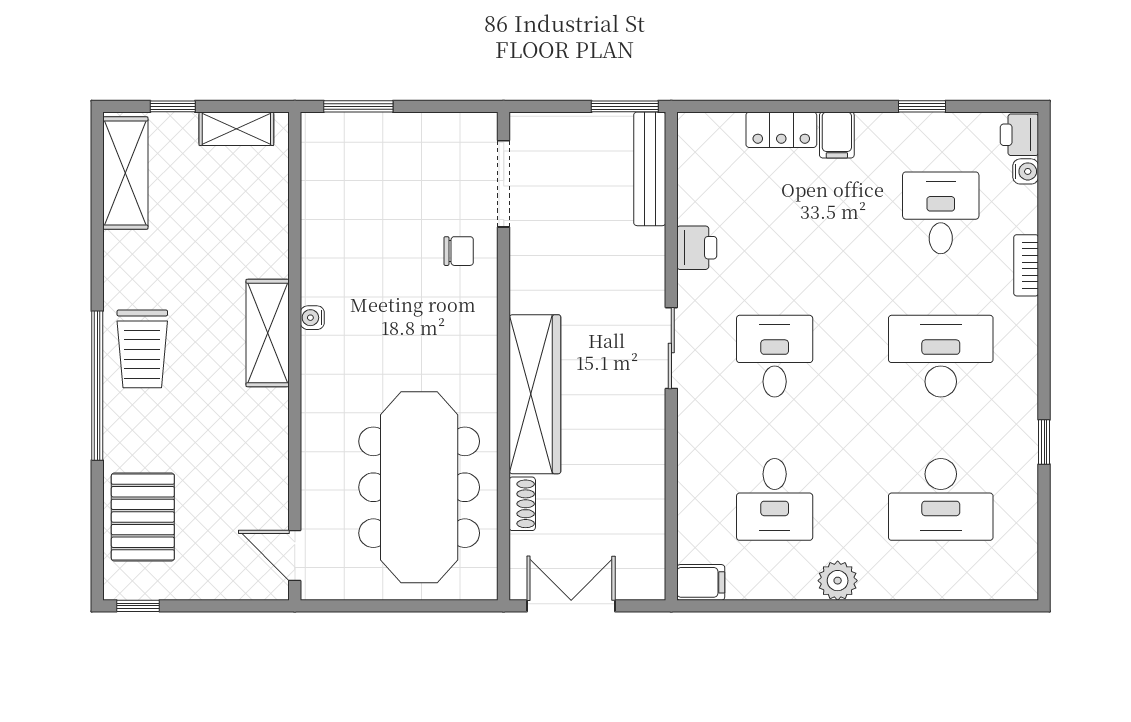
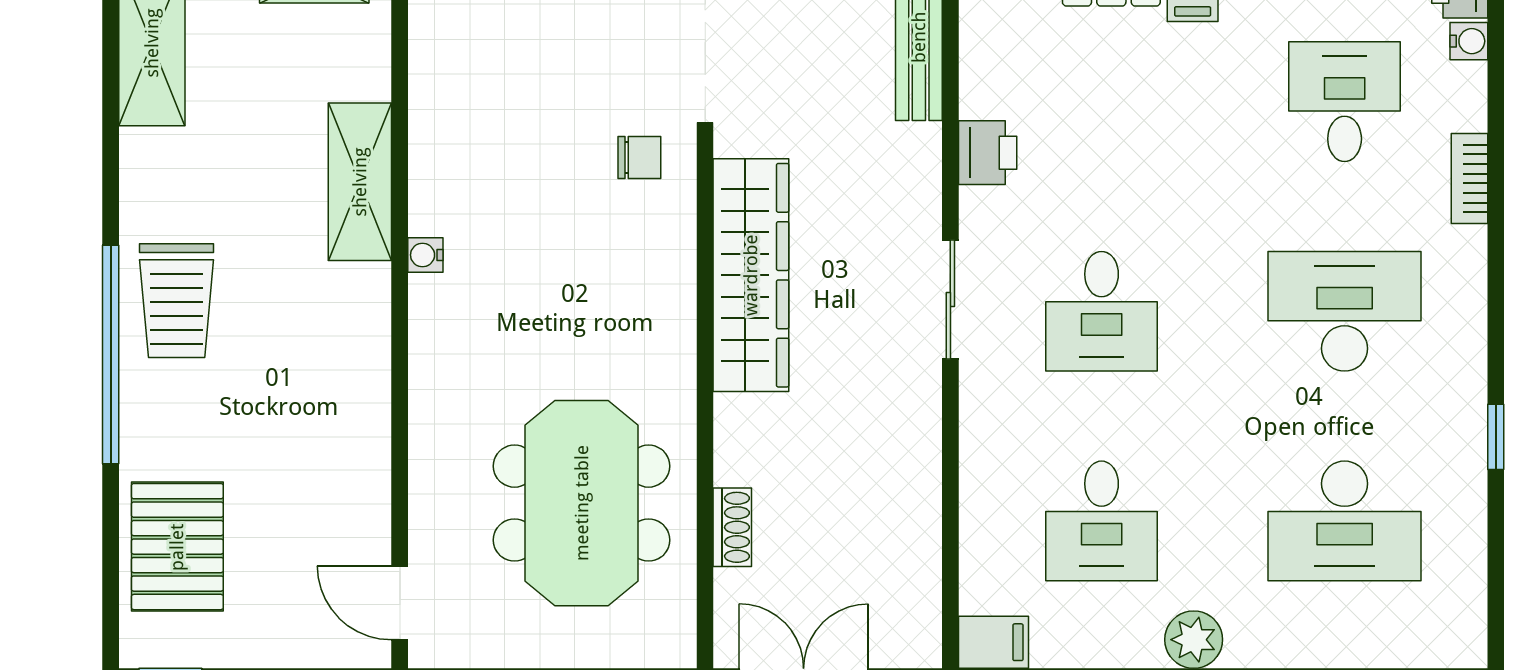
shelving: (268, 333) -> (360, 182), moved
desk: (775, 356) -> (1102, 311), turned 180
wardrobe: (535, 394) -> (751, 275), moved
meeting table: (419, 487) -> (582, 503), width x0.73

